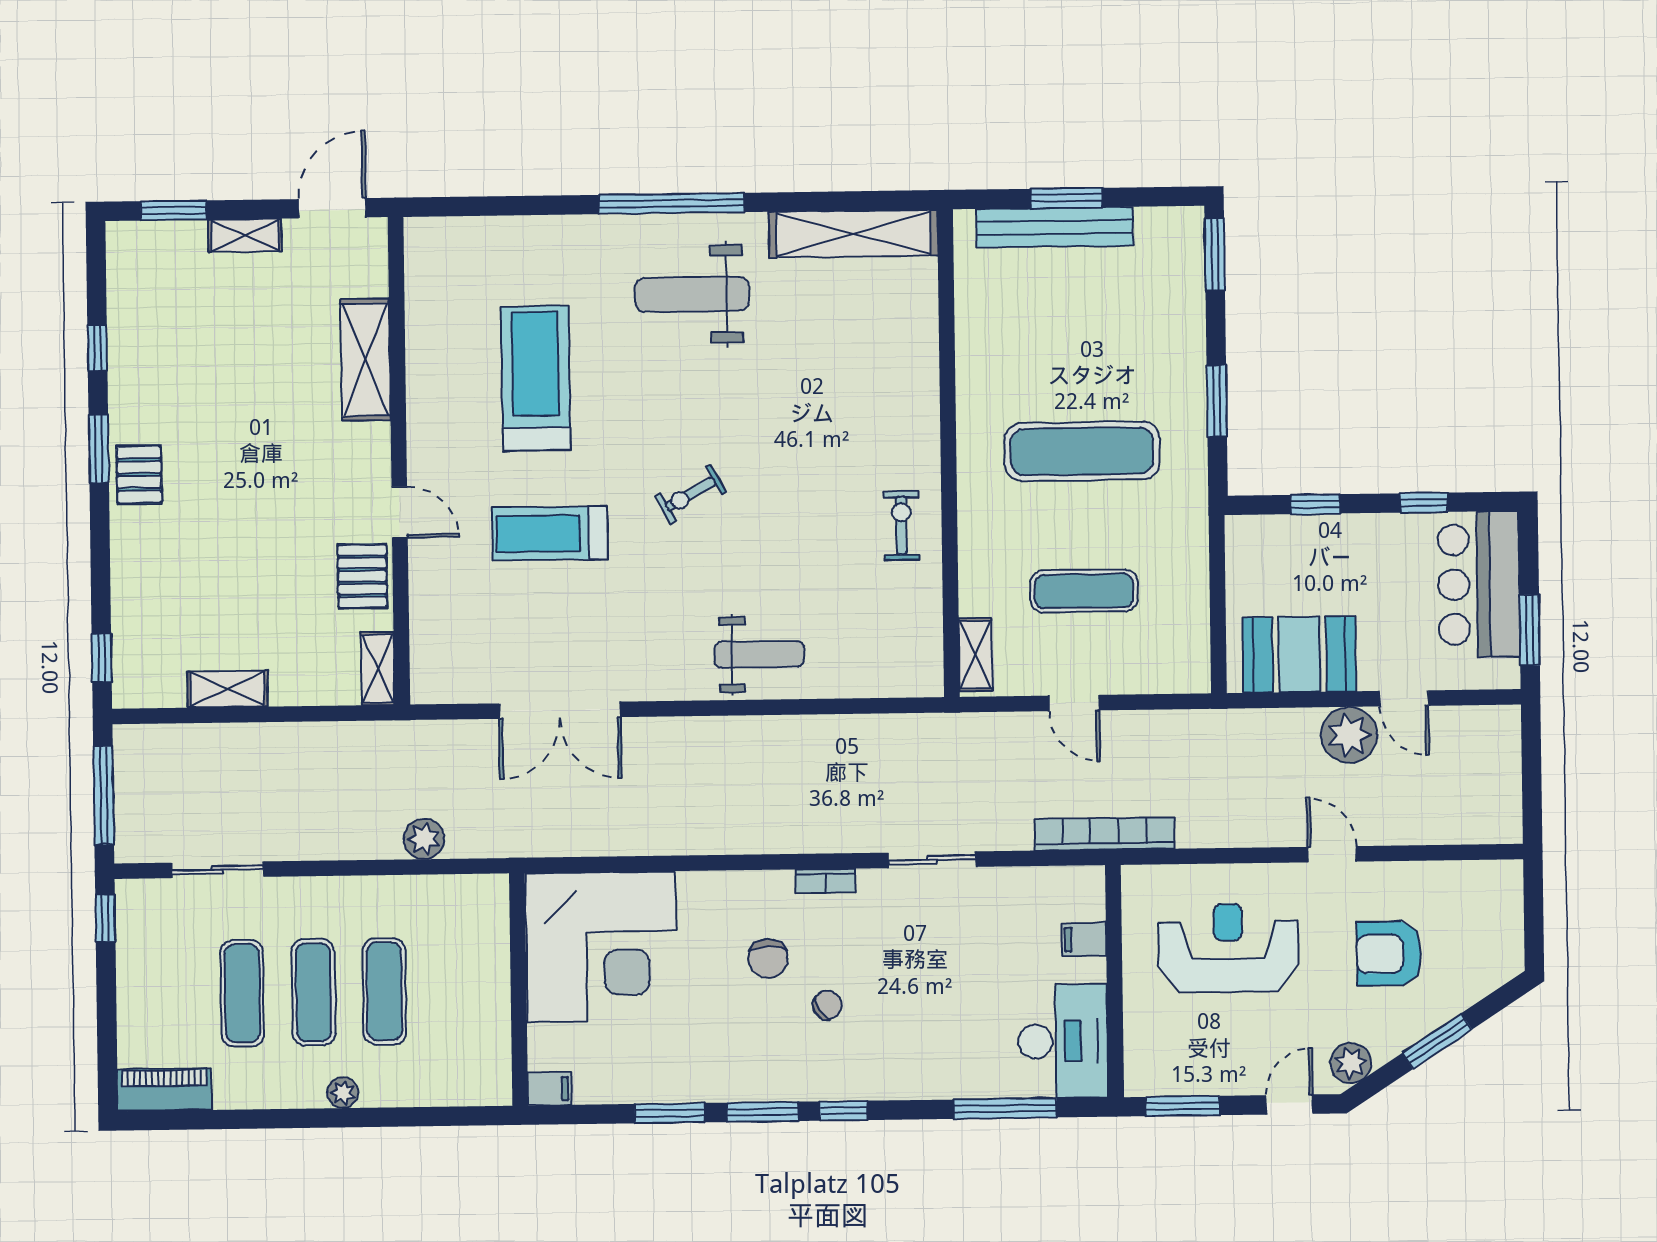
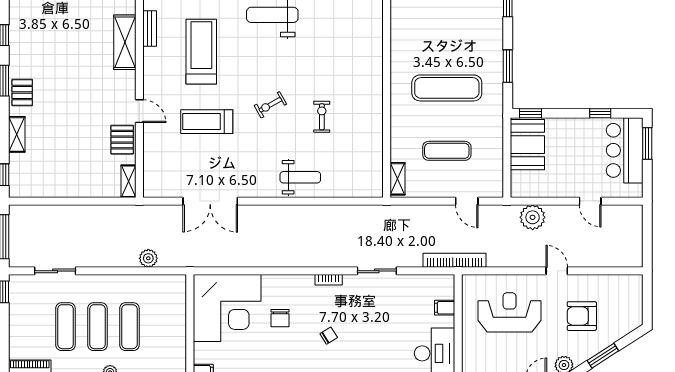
bench: (420, 328) -> (150, 28), added
window: (1315, 504) -> (531, 113), moved
exercise bike: (901, 526) -> (322, 117), moved
window: (1530, 630) -> (647, 143), moved
booth: (1300, 654) -> (527, 145), moved, turned 90
shelving: (227, 689) -> (17, 134), moved, turned 90
door: (1074, 703) -> (467, 201), moved
plant: (1349, 735) -> (533, 217), moved
chair: (768, 958) -> (280, 318), moved

